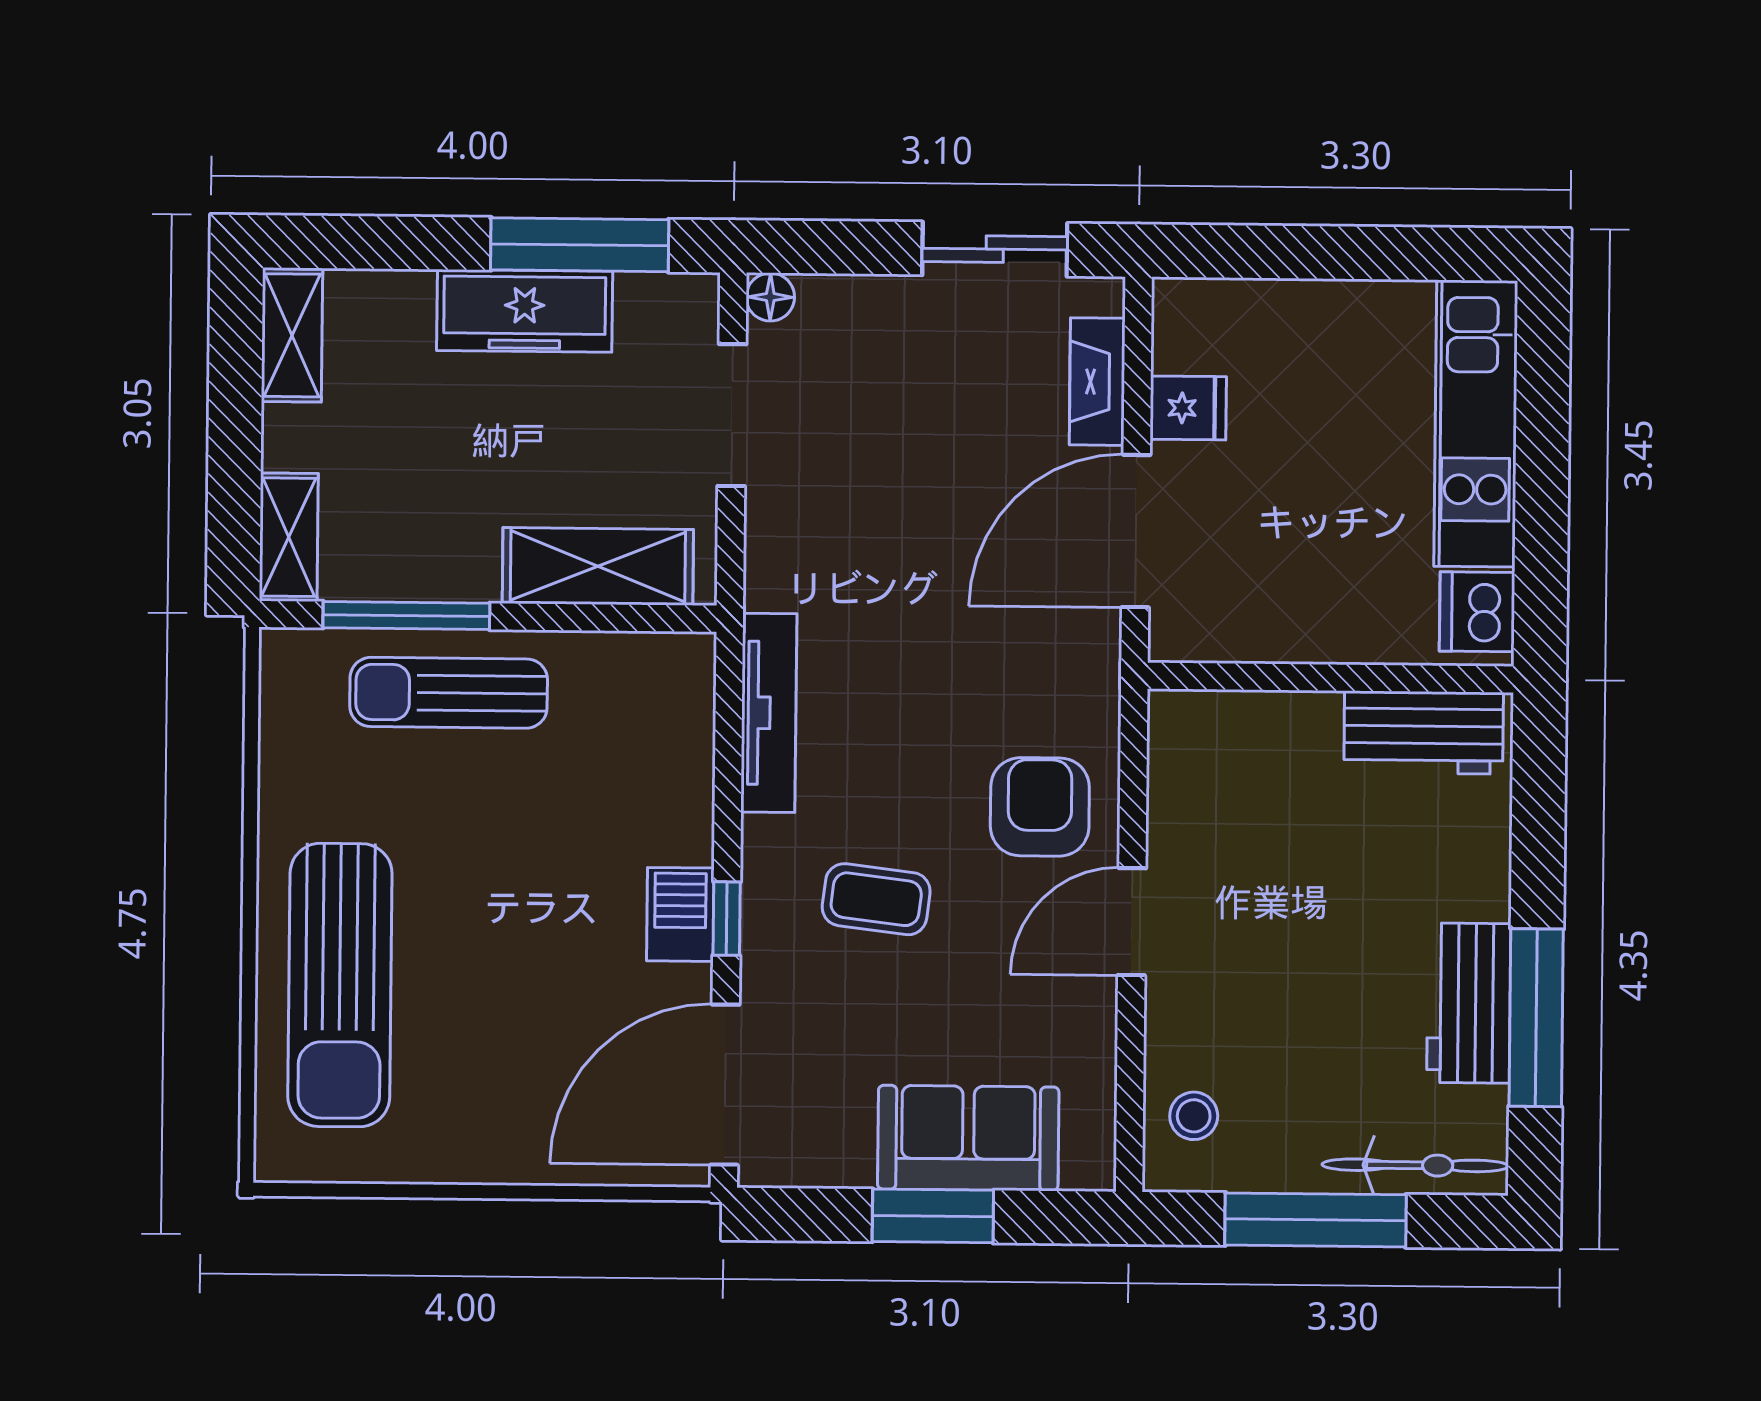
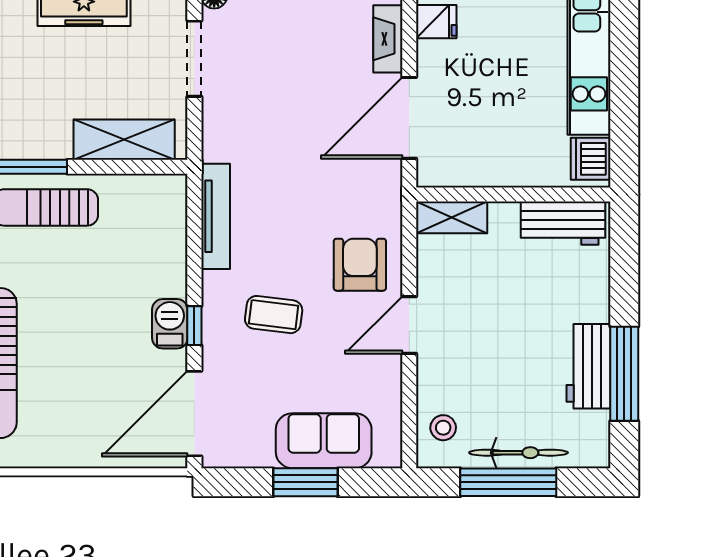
fridge: (1188, 408) -> (436, 22), moved
shelving: (1214, 719) -> (452, 217), added
bicycle: (1415, 1165) -> (518, 453), moved

